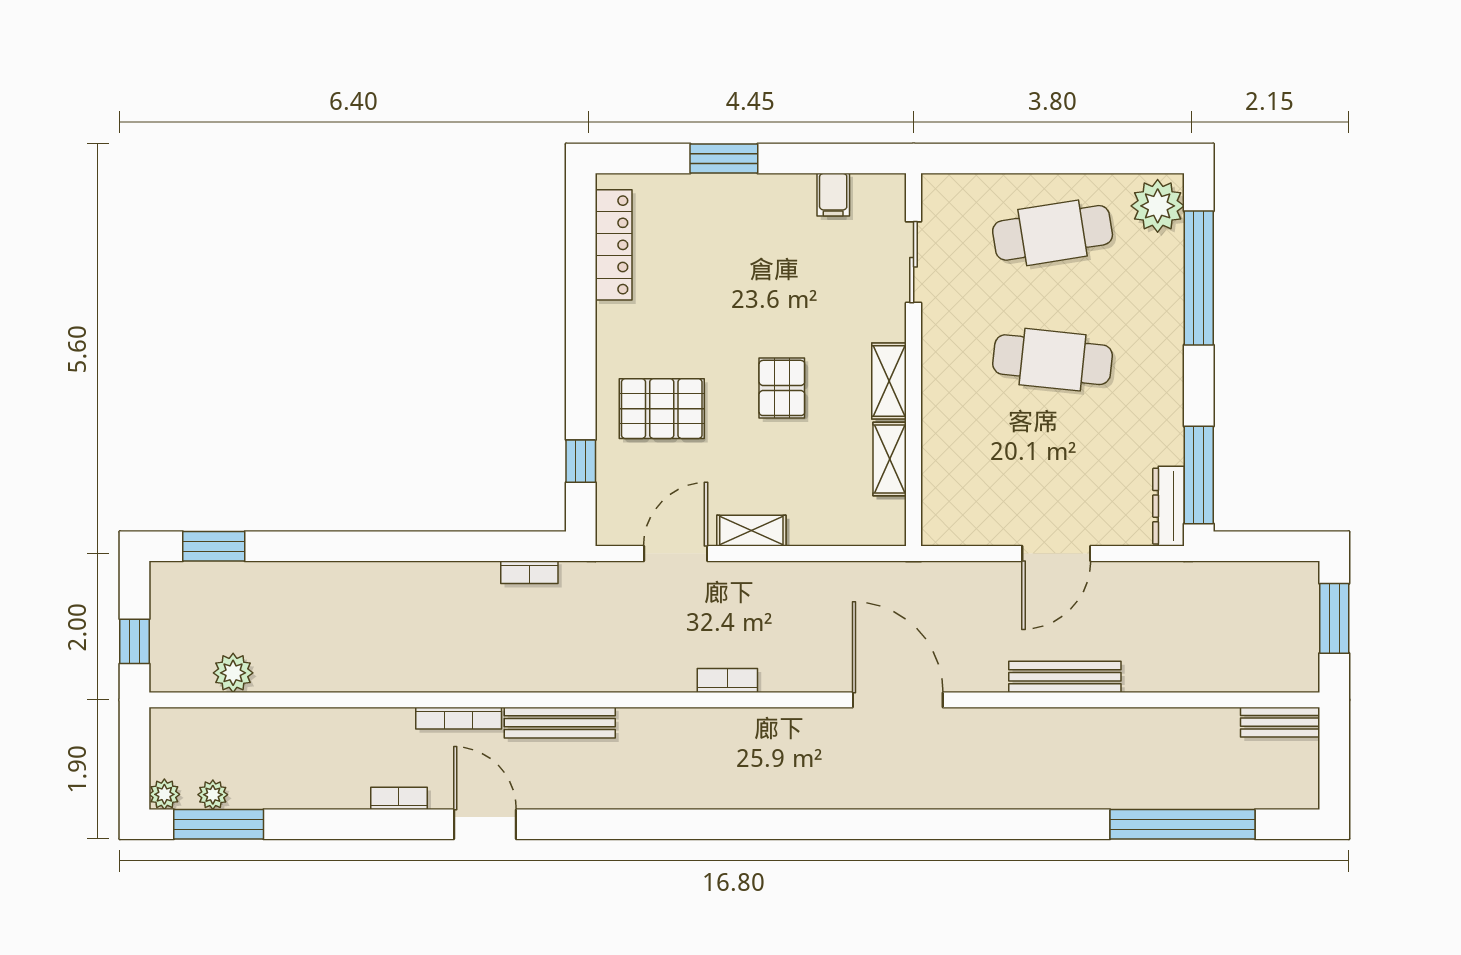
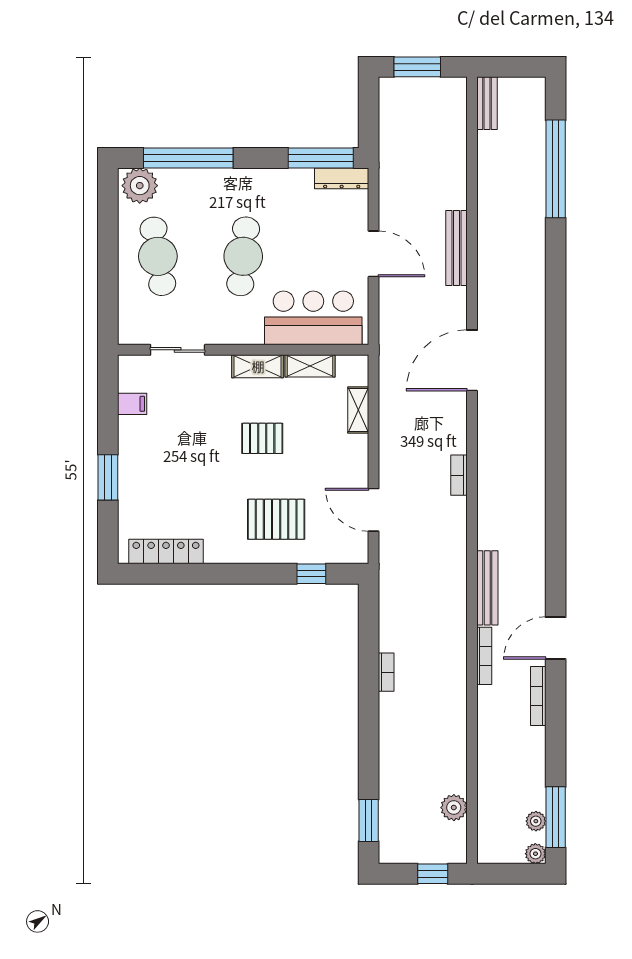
pallet: (662, 409) -> (276, 519), turned 90
bar counter: (961, 464) -> (313, 318), added
shelving: (751, 531) -> (358, 410), moved
bookcase: (529, 572) -> (386, 672), moved
bookcase: (399, 798) -> (538, 696), width x1.56

